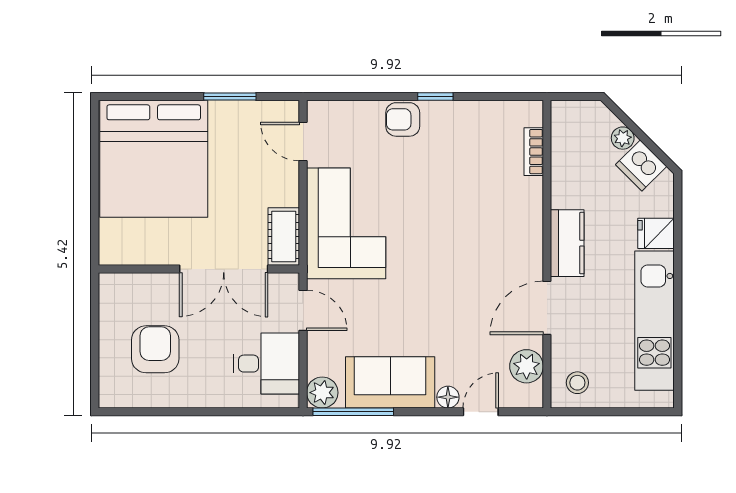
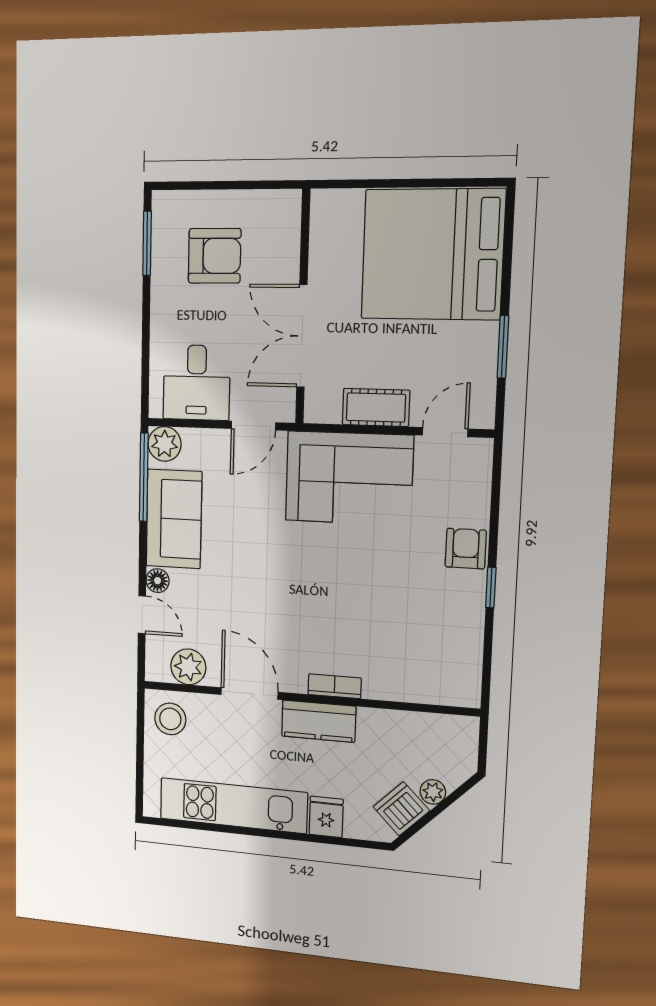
bookcase: (534, 152) -> (335, 686), moved
cot: (284, 237) -> (376, 407), moved
stool: (577, 383) -> (170, 719), width x1.37, depth x1.37
window: (144, 412) -> (147, 243), added

